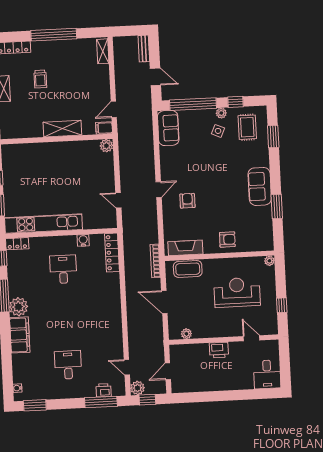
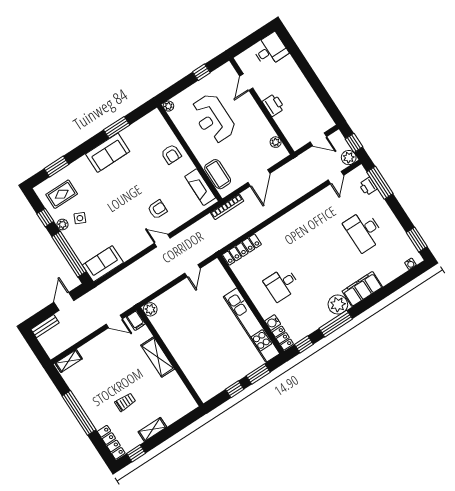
armchair: (187, 201) -> (157, 209), turned 180
water cooler: (83, 240) -> (273, 322), moved
armchair: (227, 240) -> (171, 154), turned 180
desk: (68, 365) -> (364, 231), width x1.37

